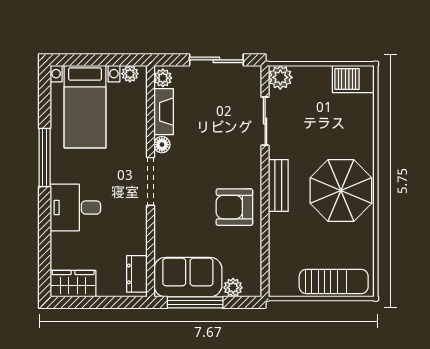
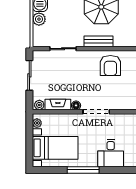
plant: (280, 77) -> (39, 19), moved

